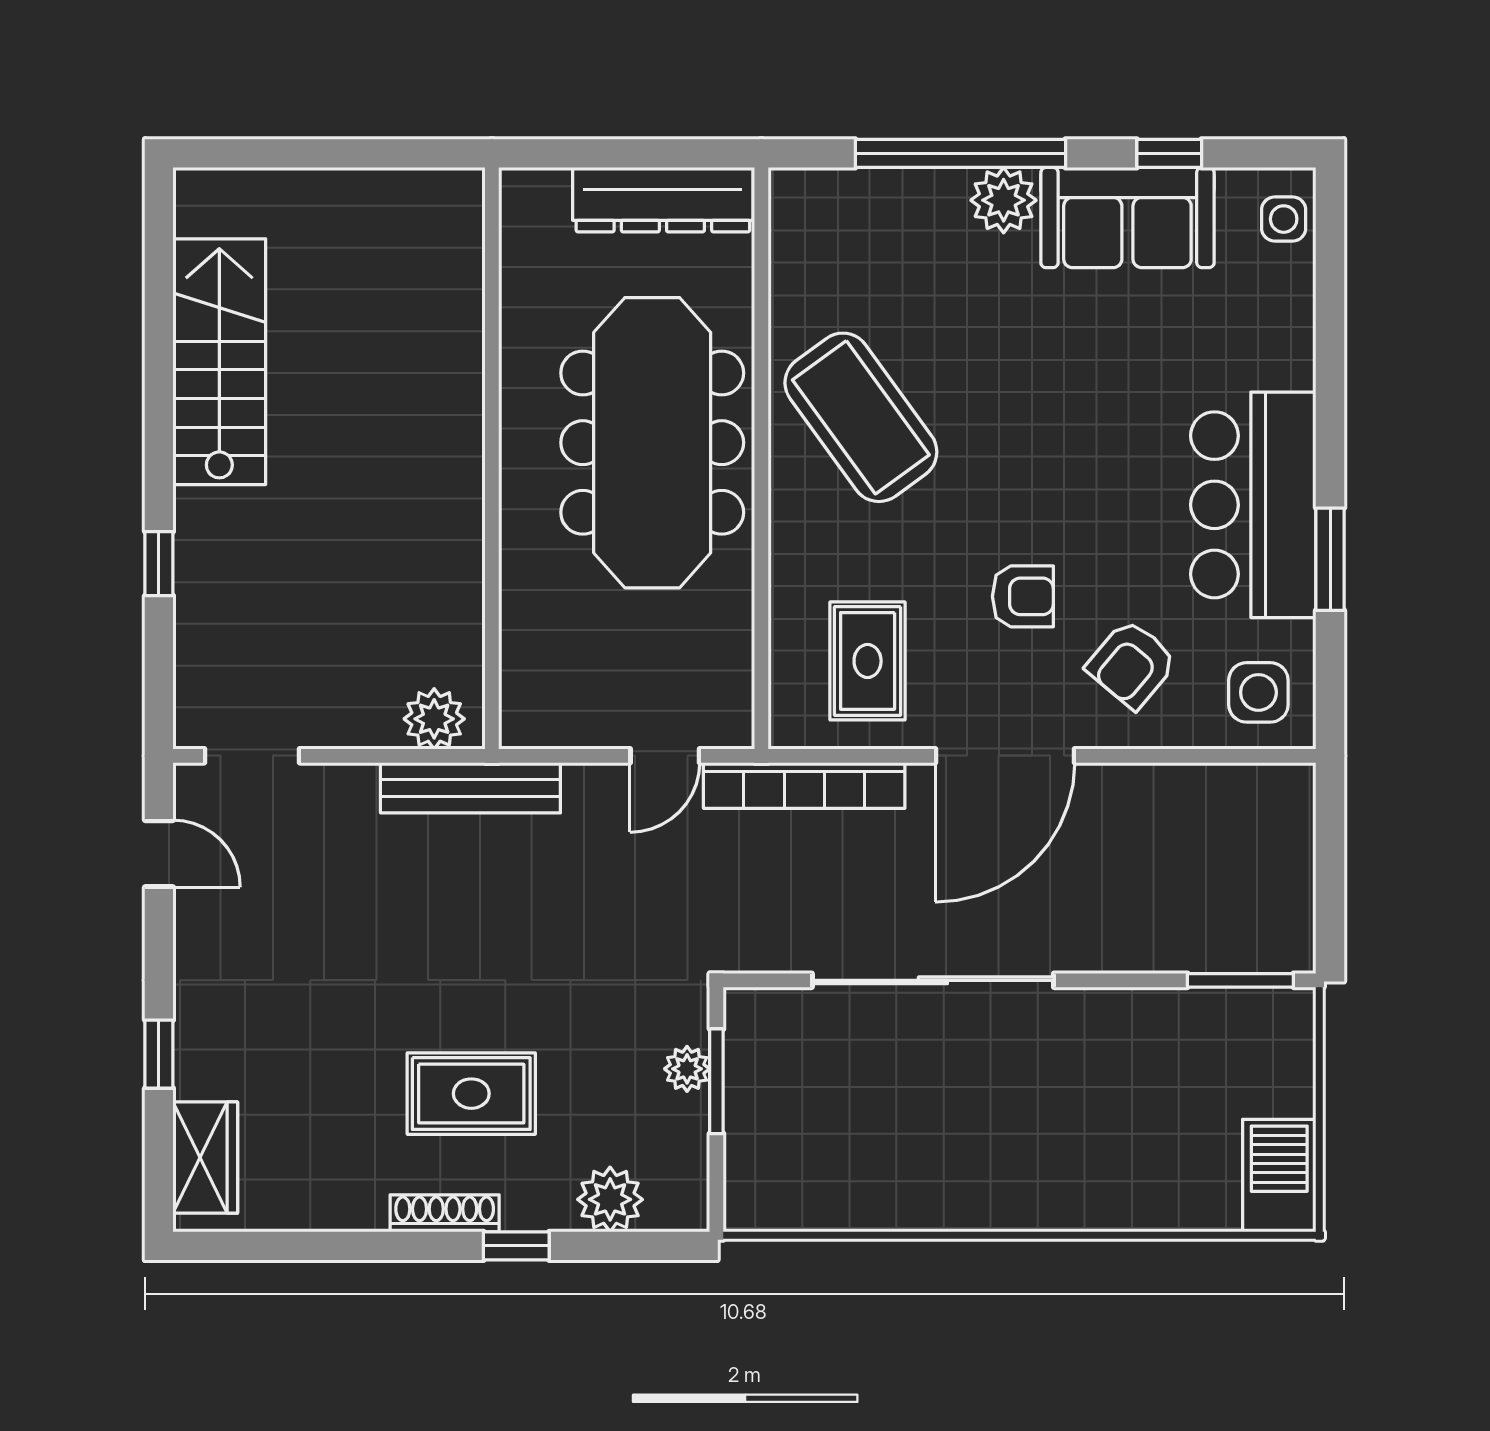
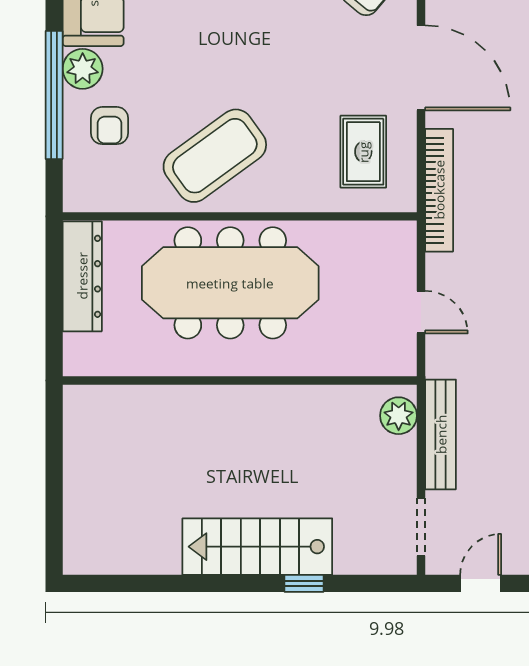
stairs: (219, 362) -> (257, 547), moved
armchair: (1023, 596) -> (110, 126), moved, turned 180
rug: (868, 661) -> (363, 152), turned 90
door: (665, 756) -> (421, 312), moved
bench: (470, 788) -> (441, 434), moved

